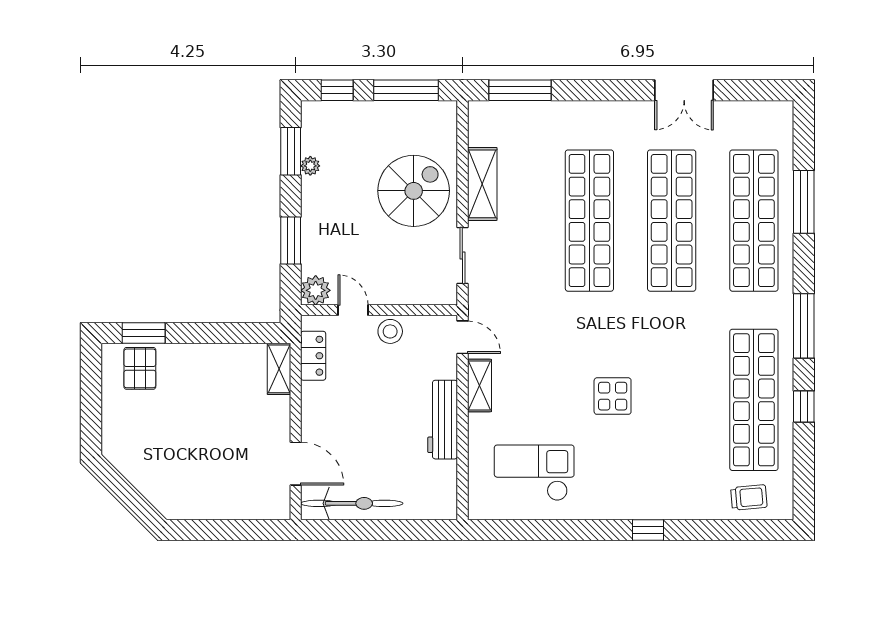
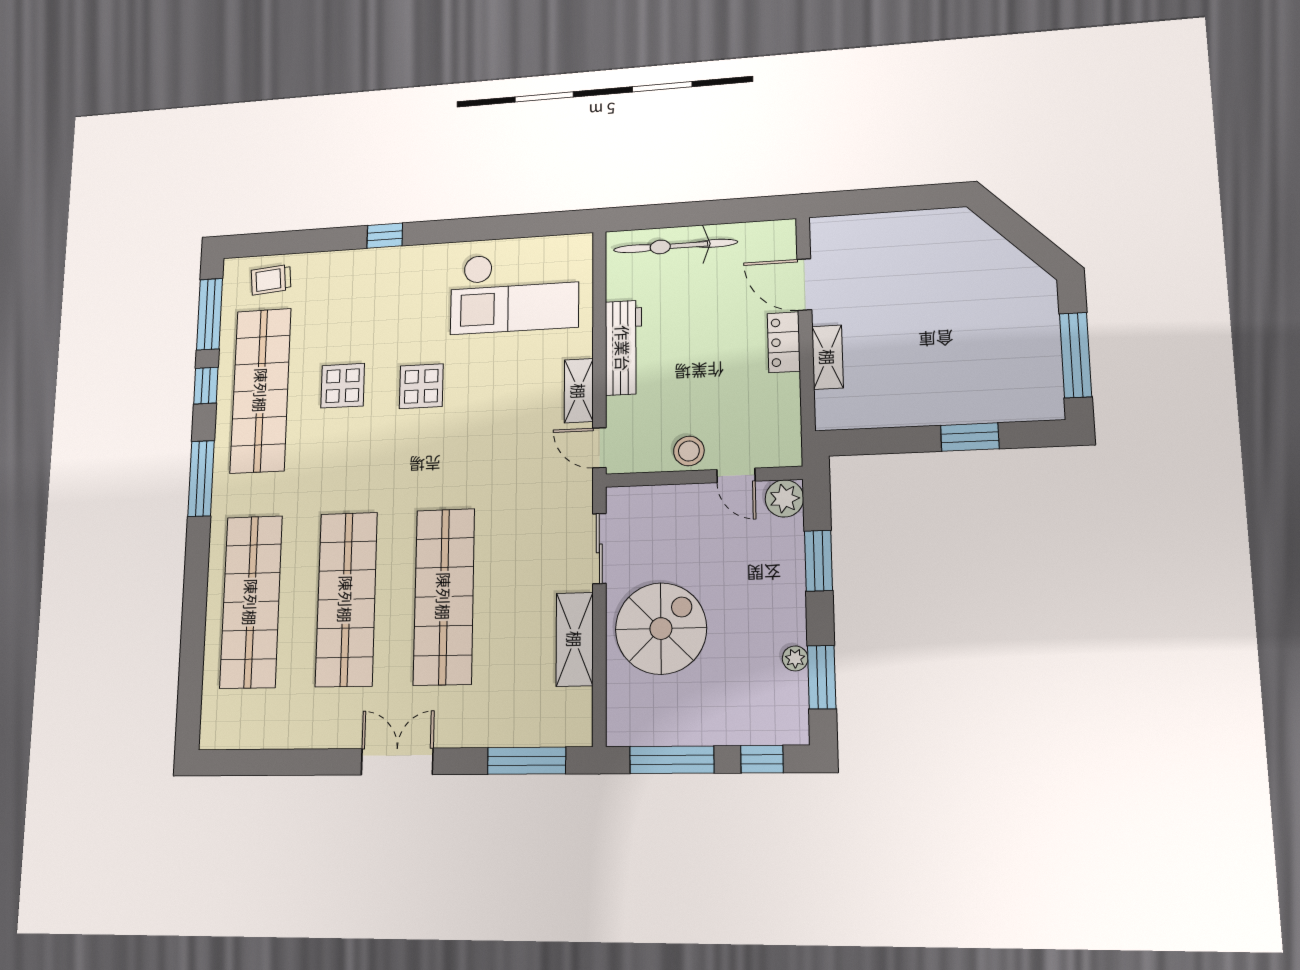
double door: (684, 90) -> (397, 762), moved
spiral stairs: (414, 191) -> (661, 629), turned 180
window: (804, 202) -> (210, 314), moved
window: (144, 333) -> (970, 437), moved
locker: (313, 356) -> (784, 342), moved
pallet: (140, 368) -> (1012, 390), removed
shelving: (279, 369) -> (828, 357), moved
window: (91, 394) -> (1076, 355), added
display table: (681, 400) -> (343, 386), added
checkout: (534, 473) -> (514, 292), width x1.36, depth x1.21
bicycle: (352, 503) -> (675, 246), moved

